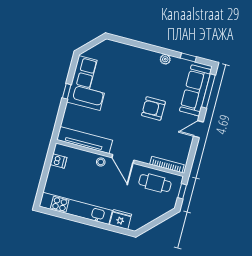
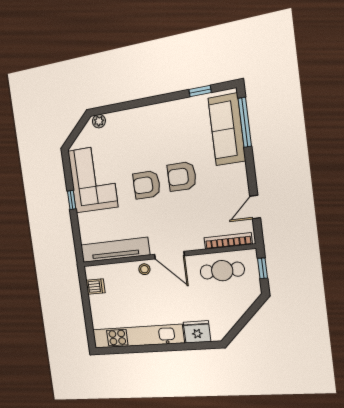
plant: (165, 59) -> (99, 121), moved
armchair: (127, 104) -> (147, 185), added
door: (198, 129) -> (255, 207), moved

